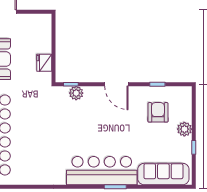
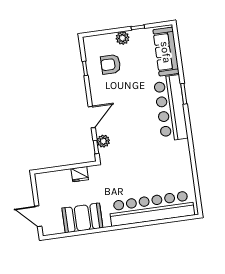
door: (116, 84) -> (92, 117), moved

